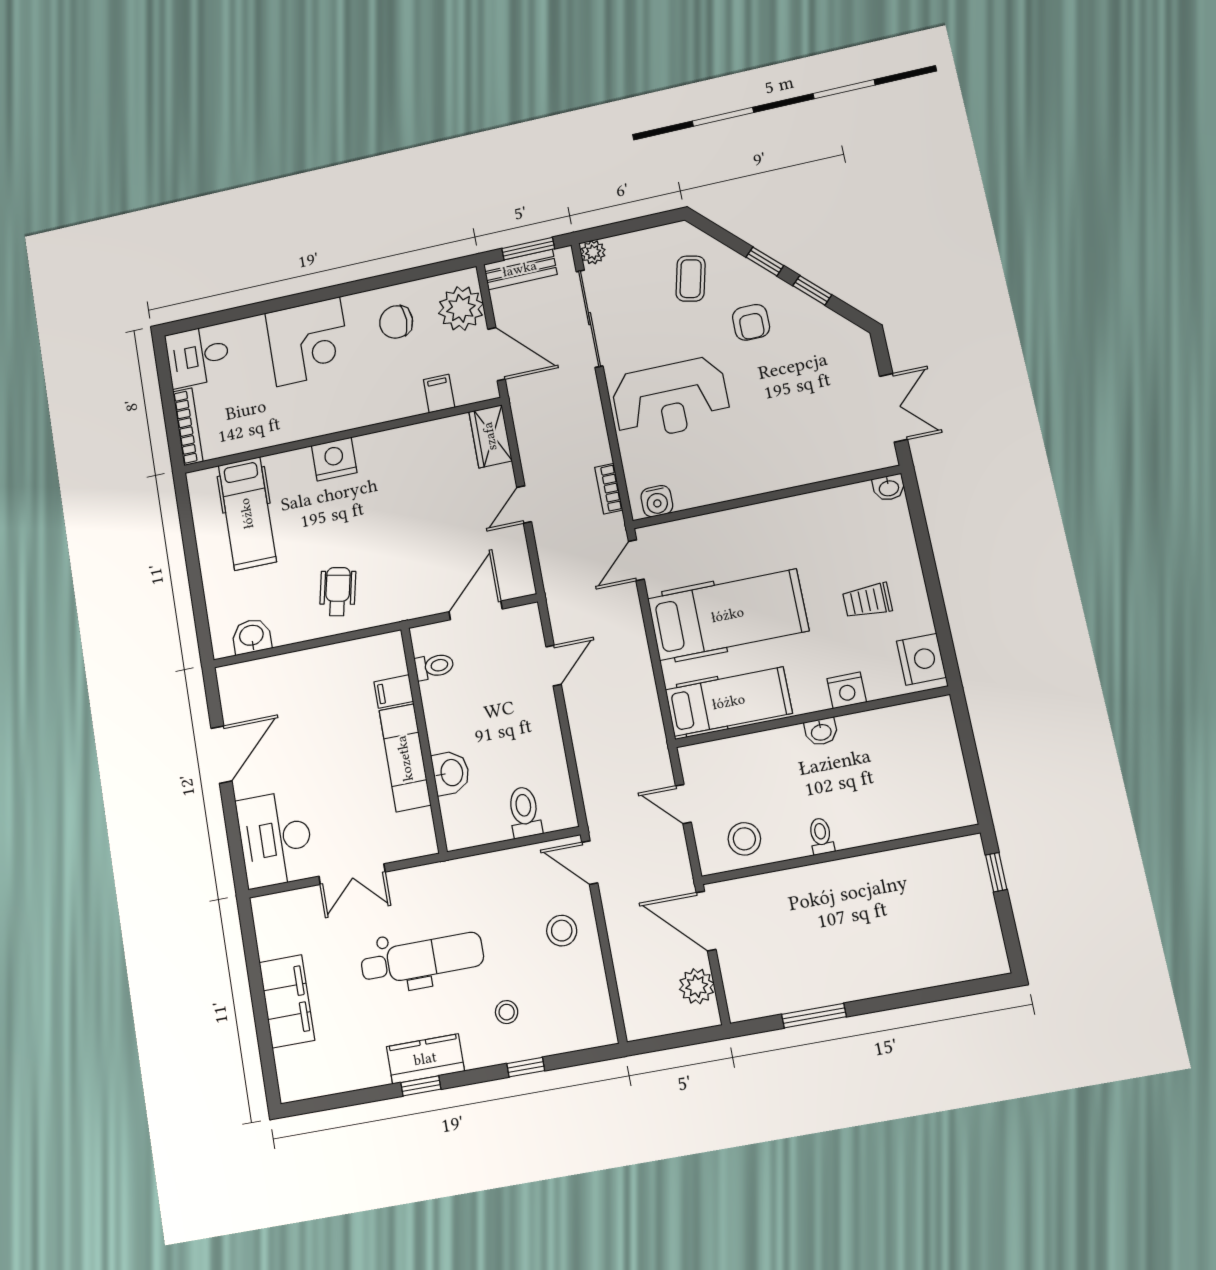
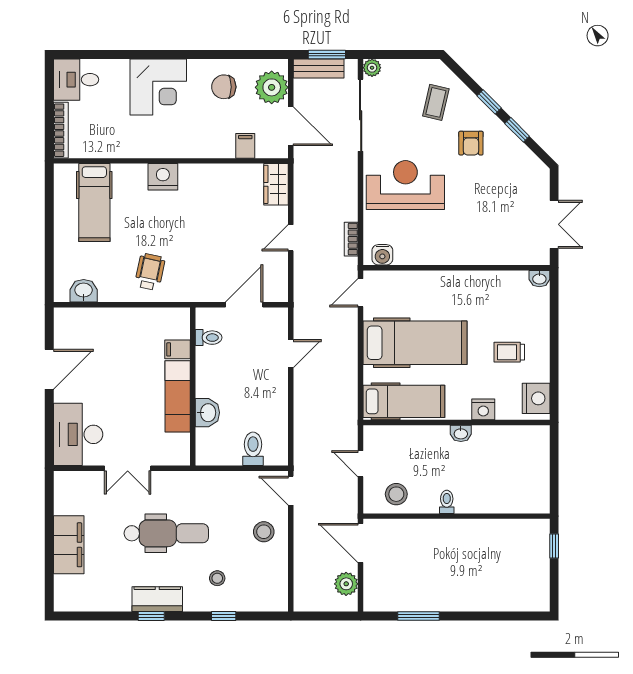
reception desk: (670, 399) -> (405, 185), turned 180

